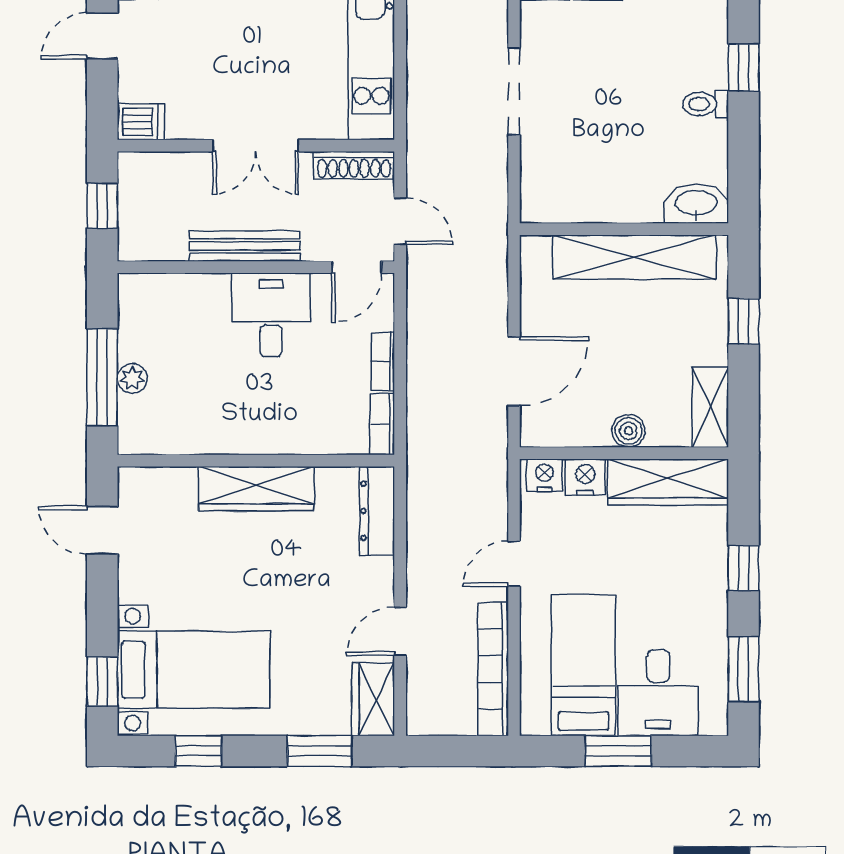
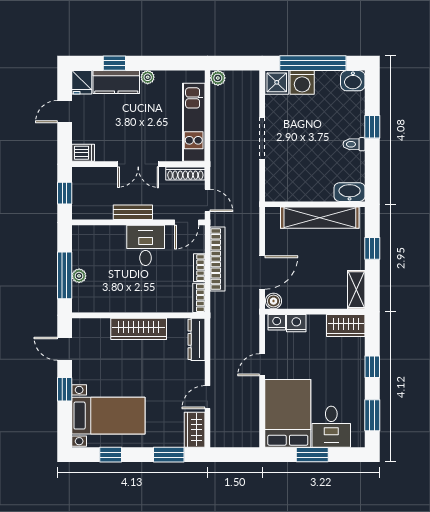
bench: (245, 246) -> (133, 212), width x0.73
boiler: (629, 431) -> (274, 301), moved
wardrobe: (668, 482) -> (346, 326), width x0.67
bed: (583, 665) -> (288, 413), width x1.50
bookcase: (493, 669) -> (218, 259), moved, turned 180
window: (102, 681) -> (65, 389), moved

